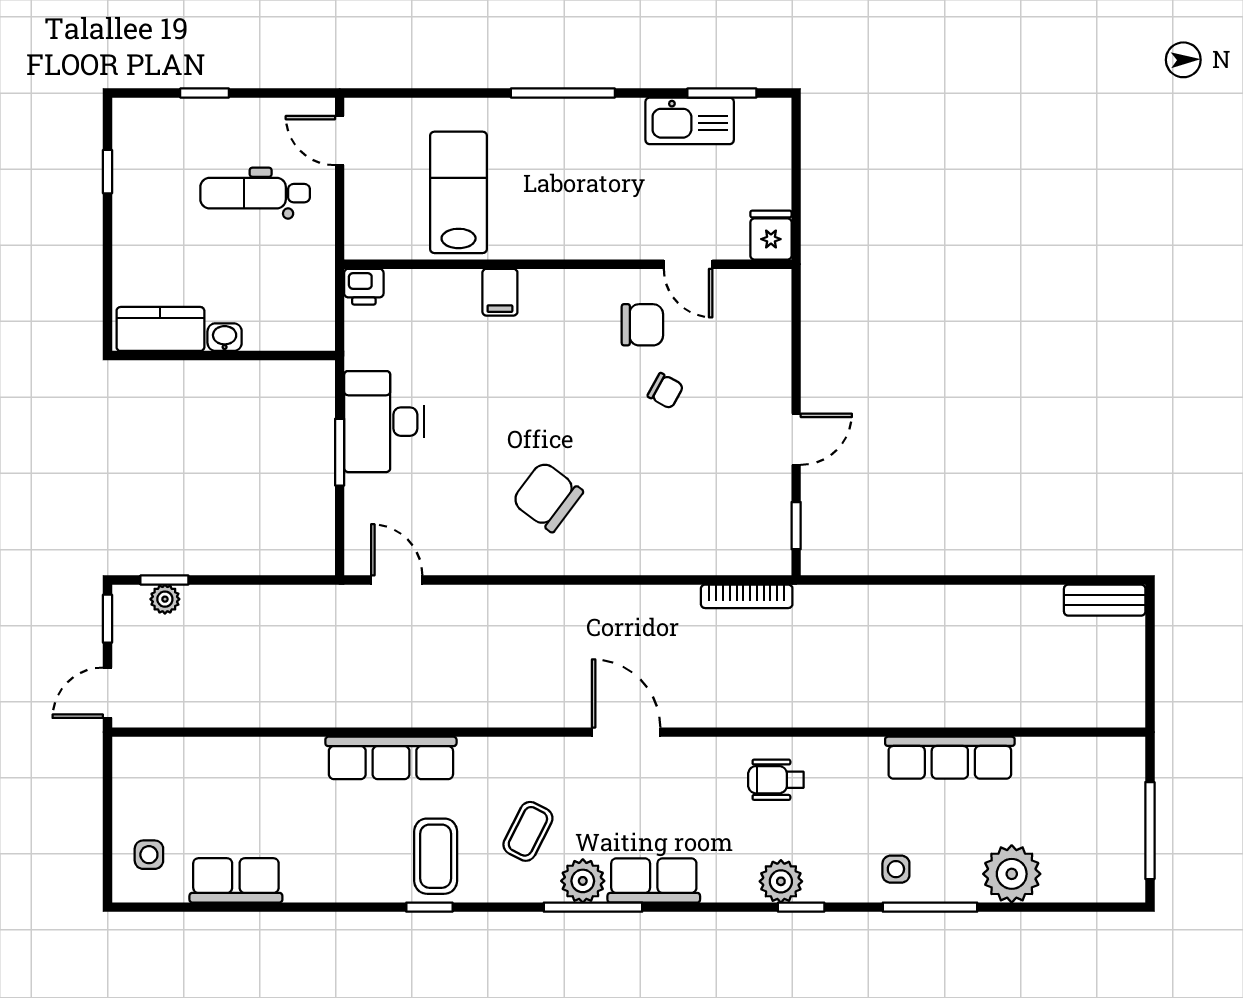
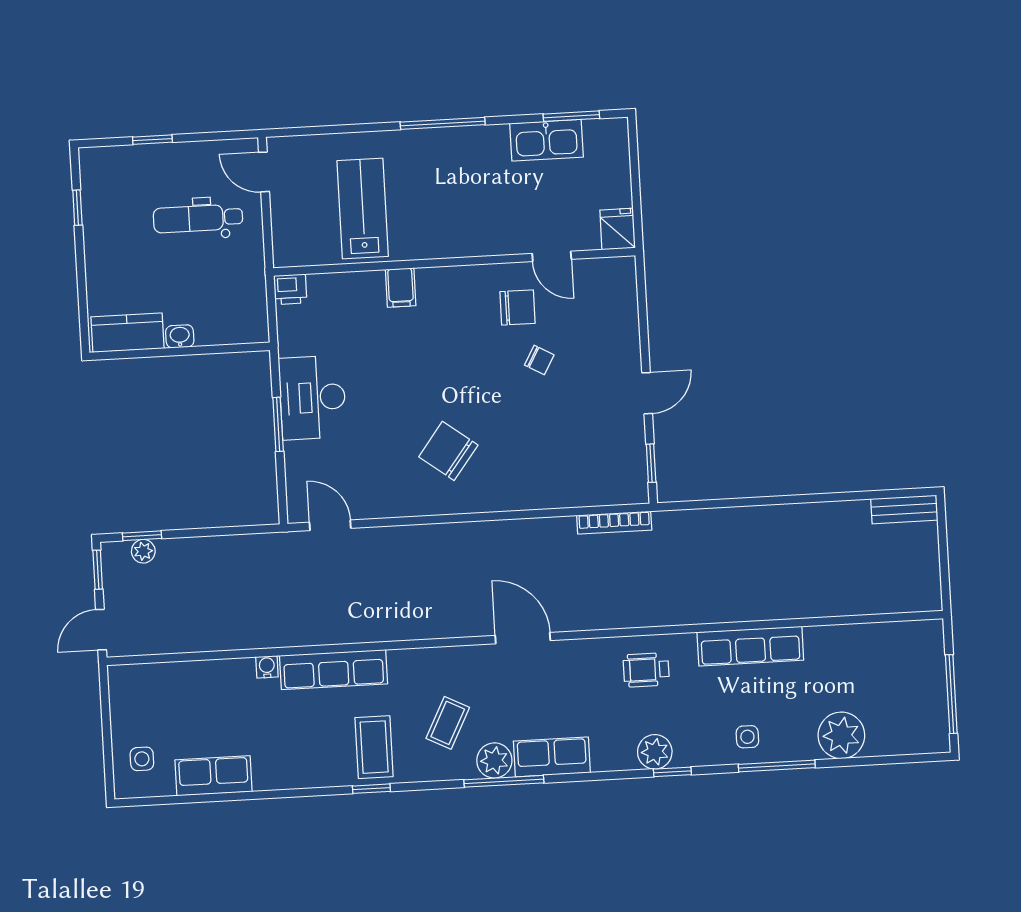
water cooler: (309, 750) -> (267, 667), added
row of seats: (950, 758) -> (750, 646), moved

